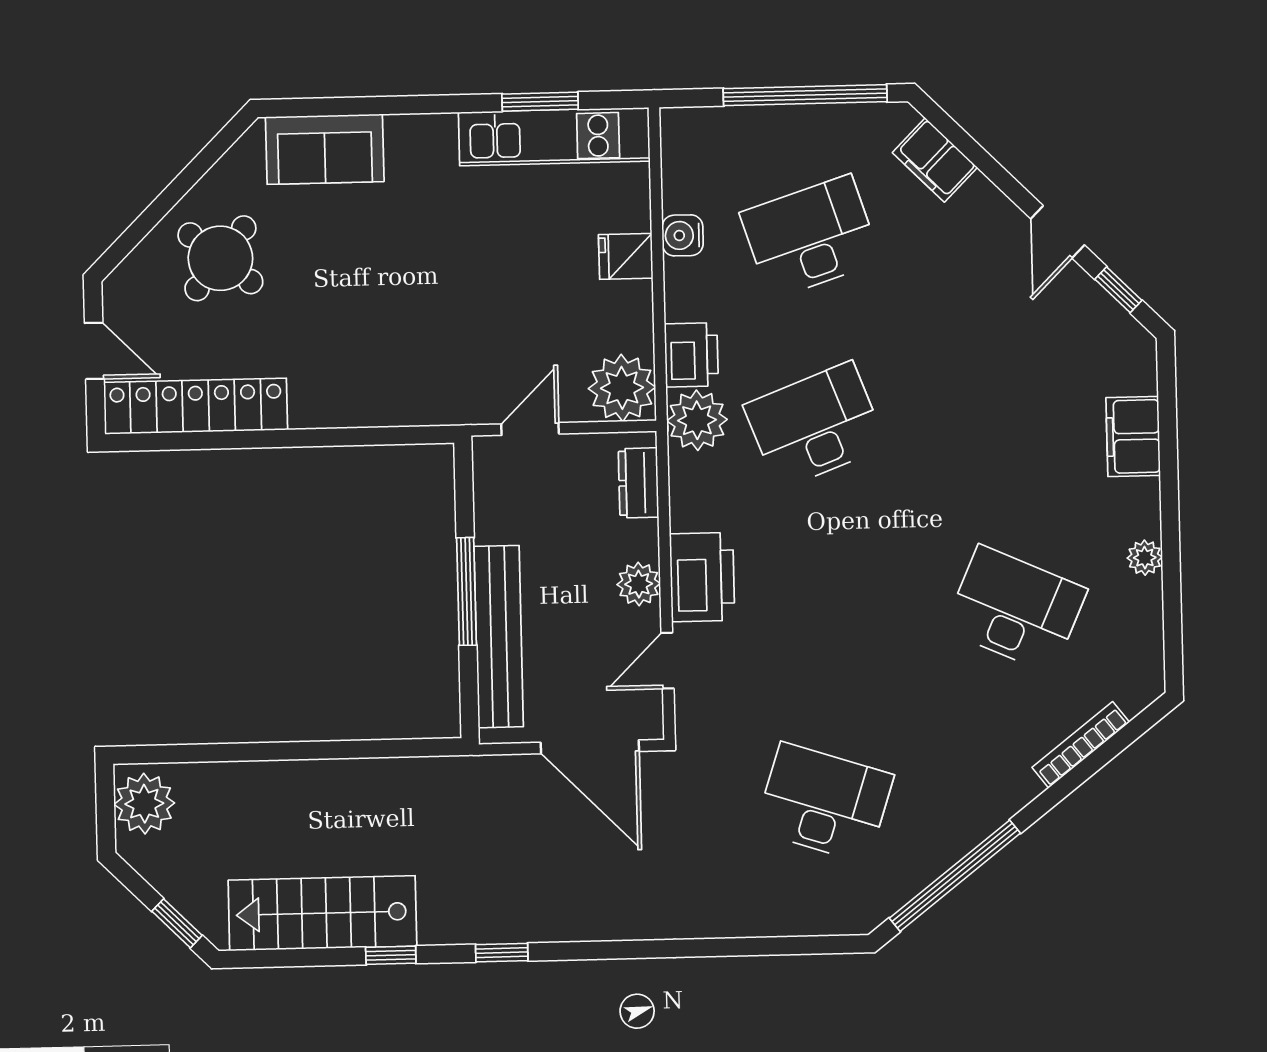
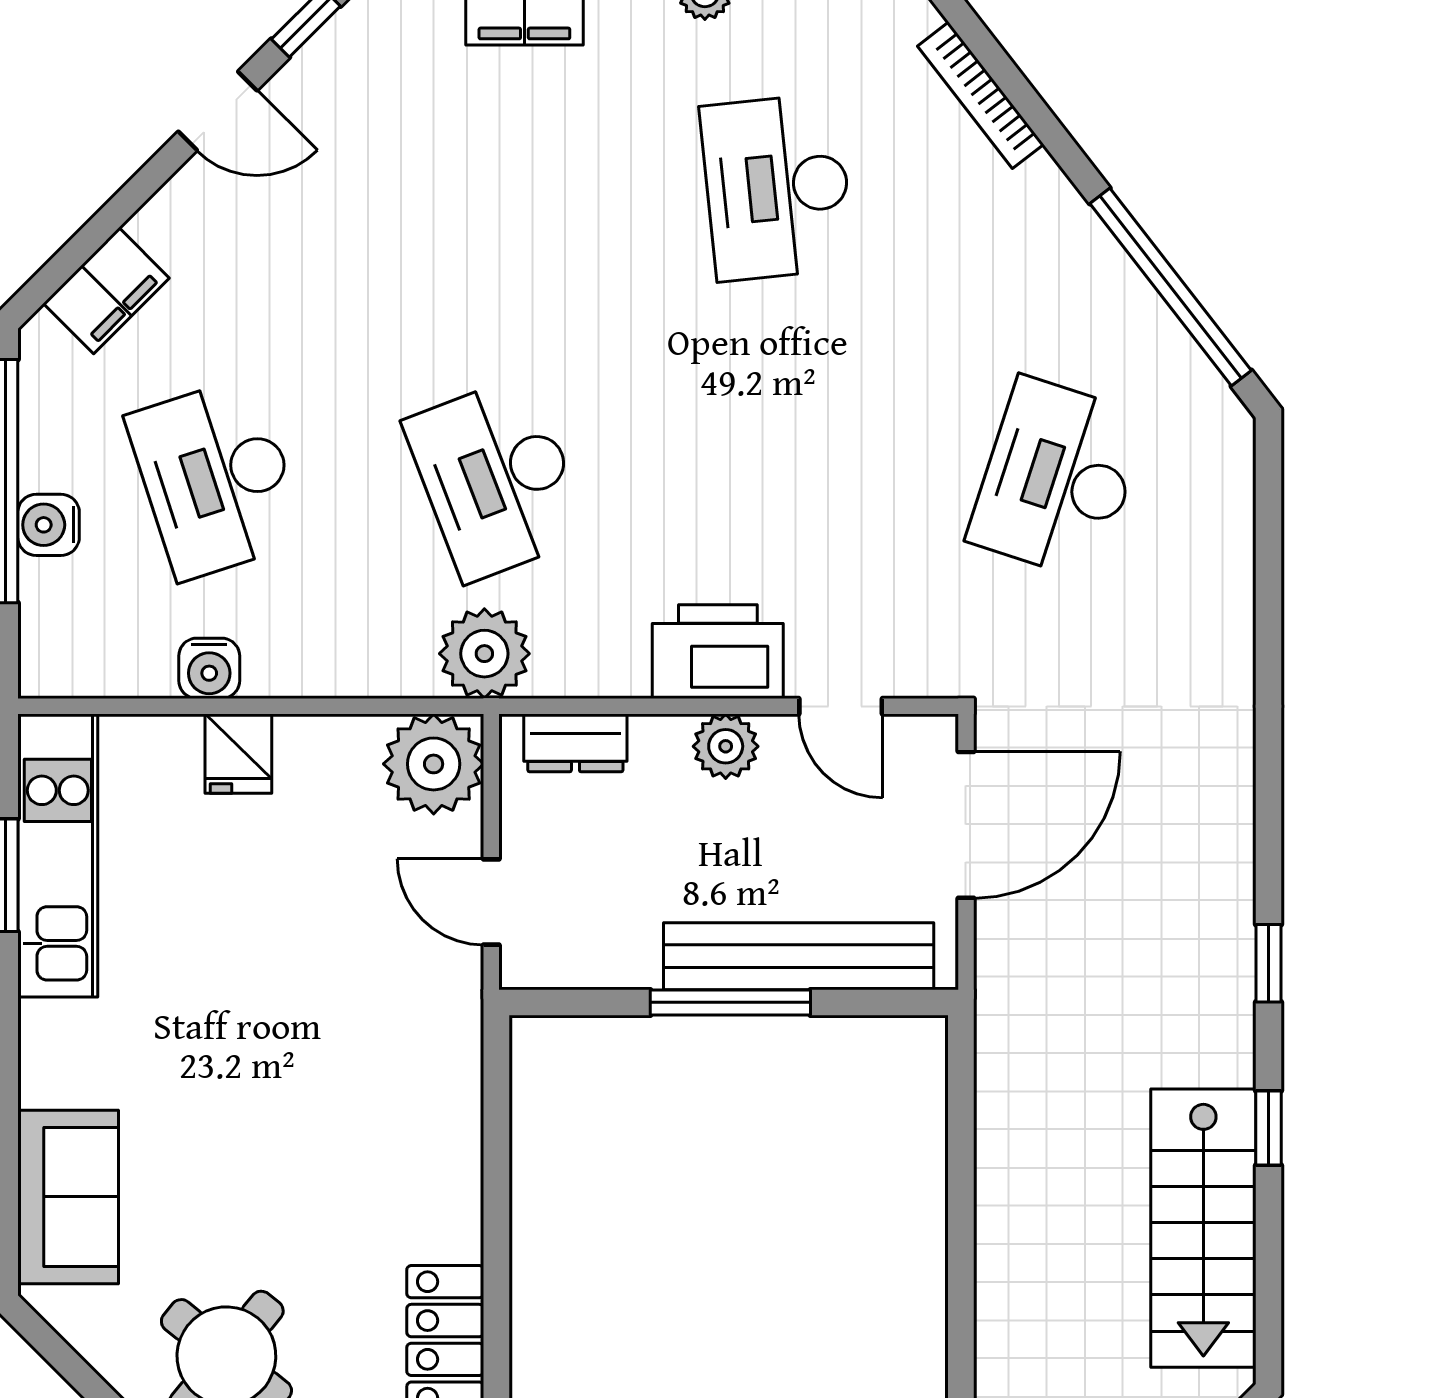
water cooler: (776, 125) -> (49, 525), added
printer: (691, 355) -> (387, 660), removed
desk: (1015, 609) -> (777, 187), turned -30

